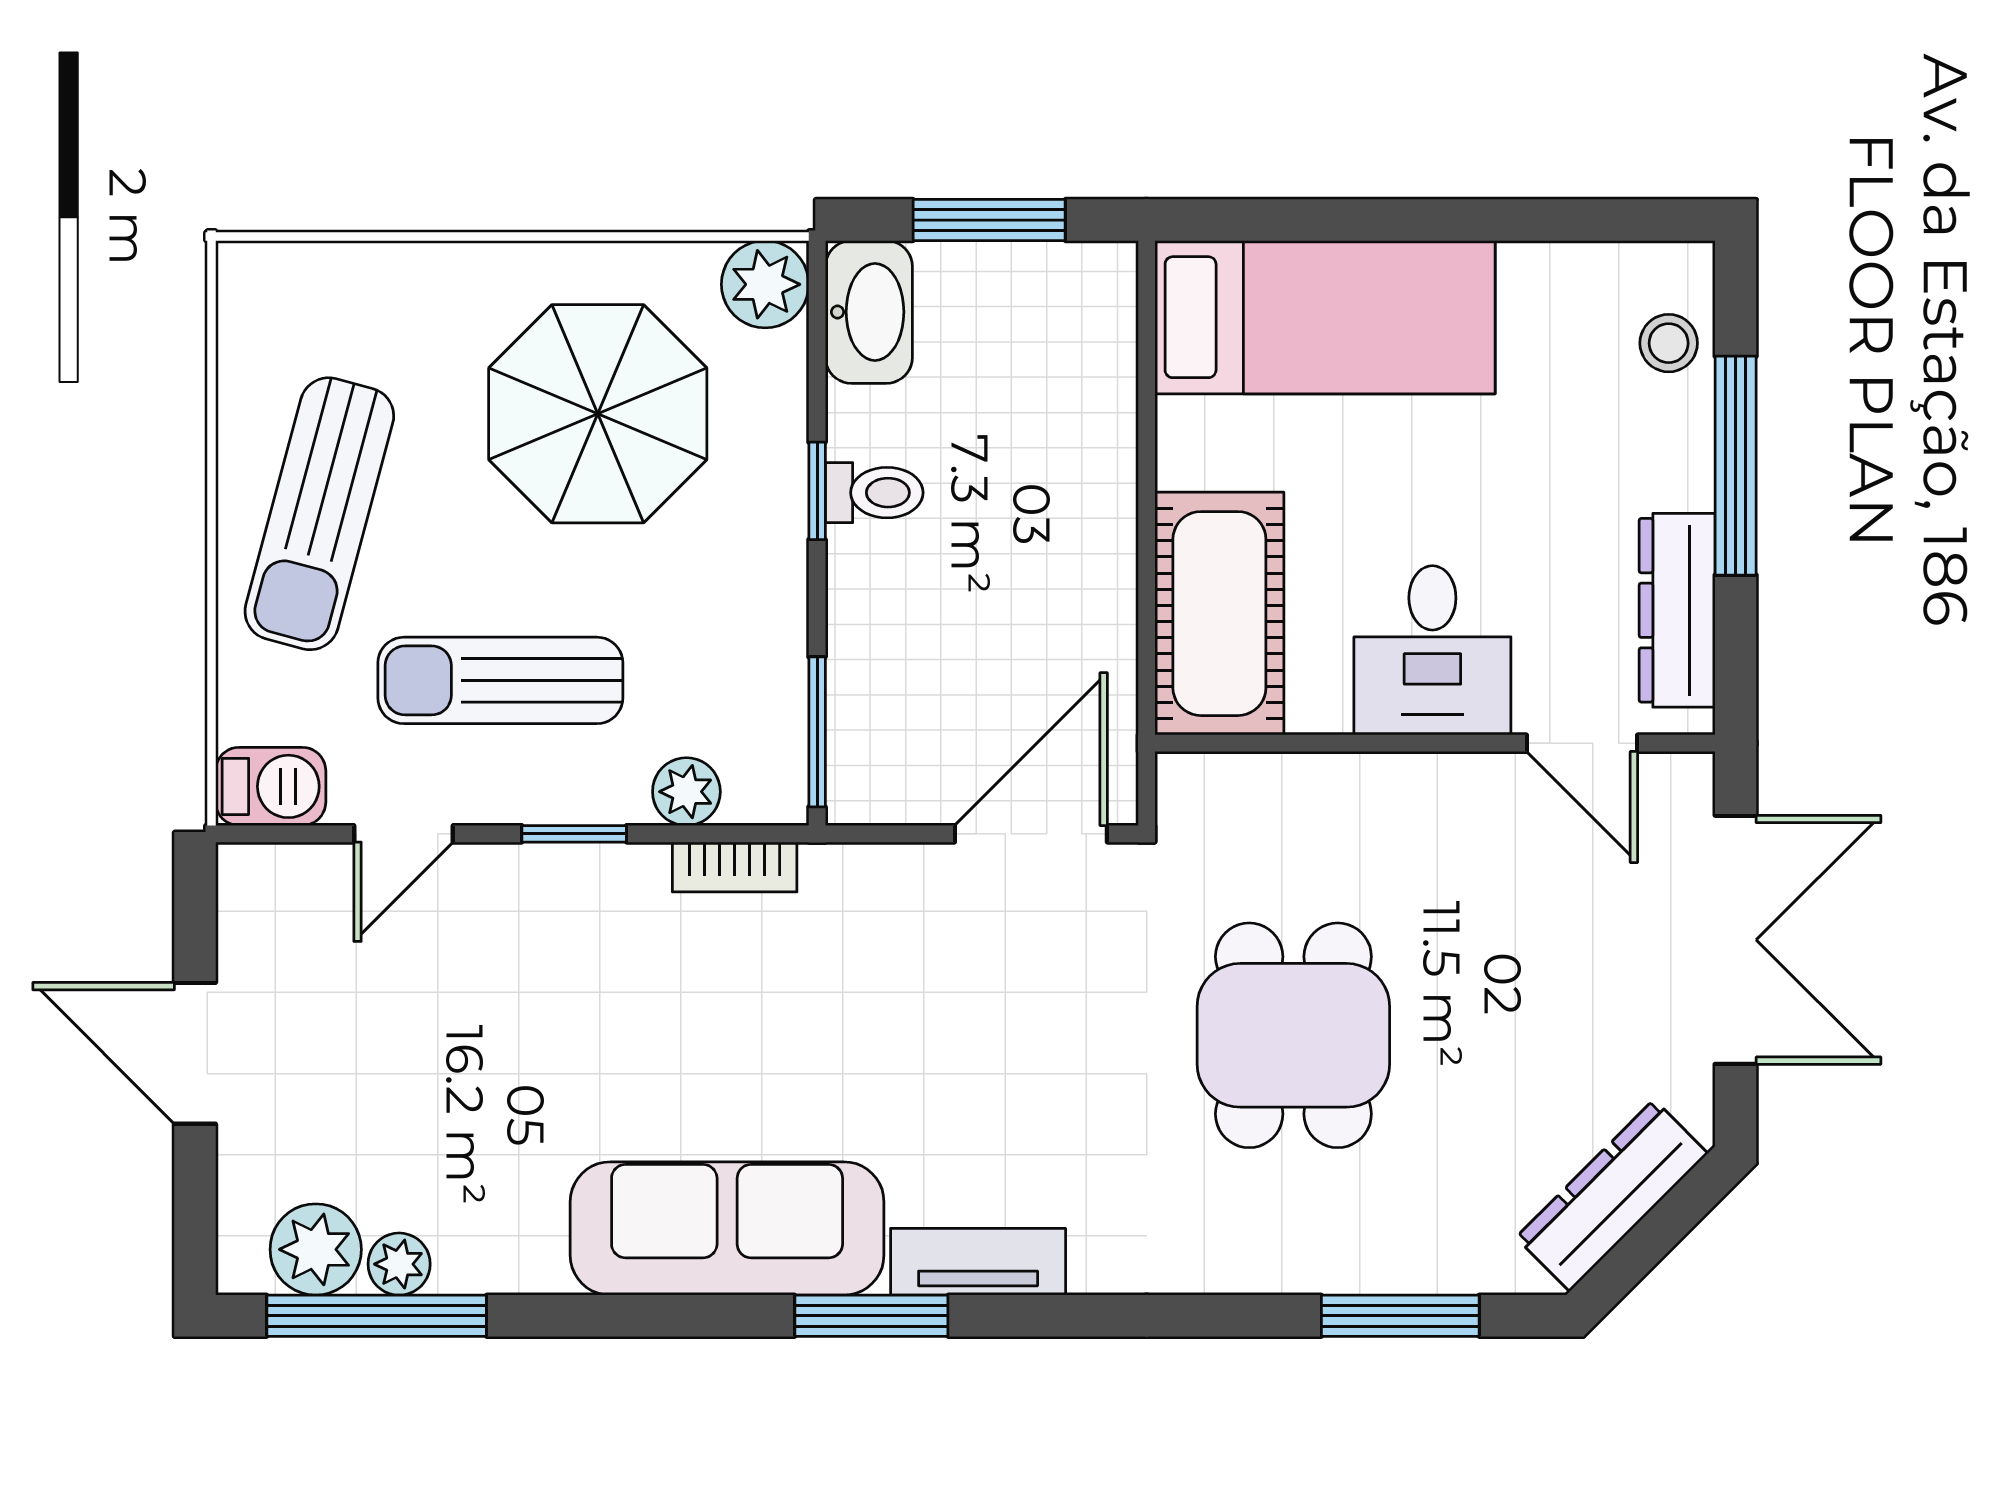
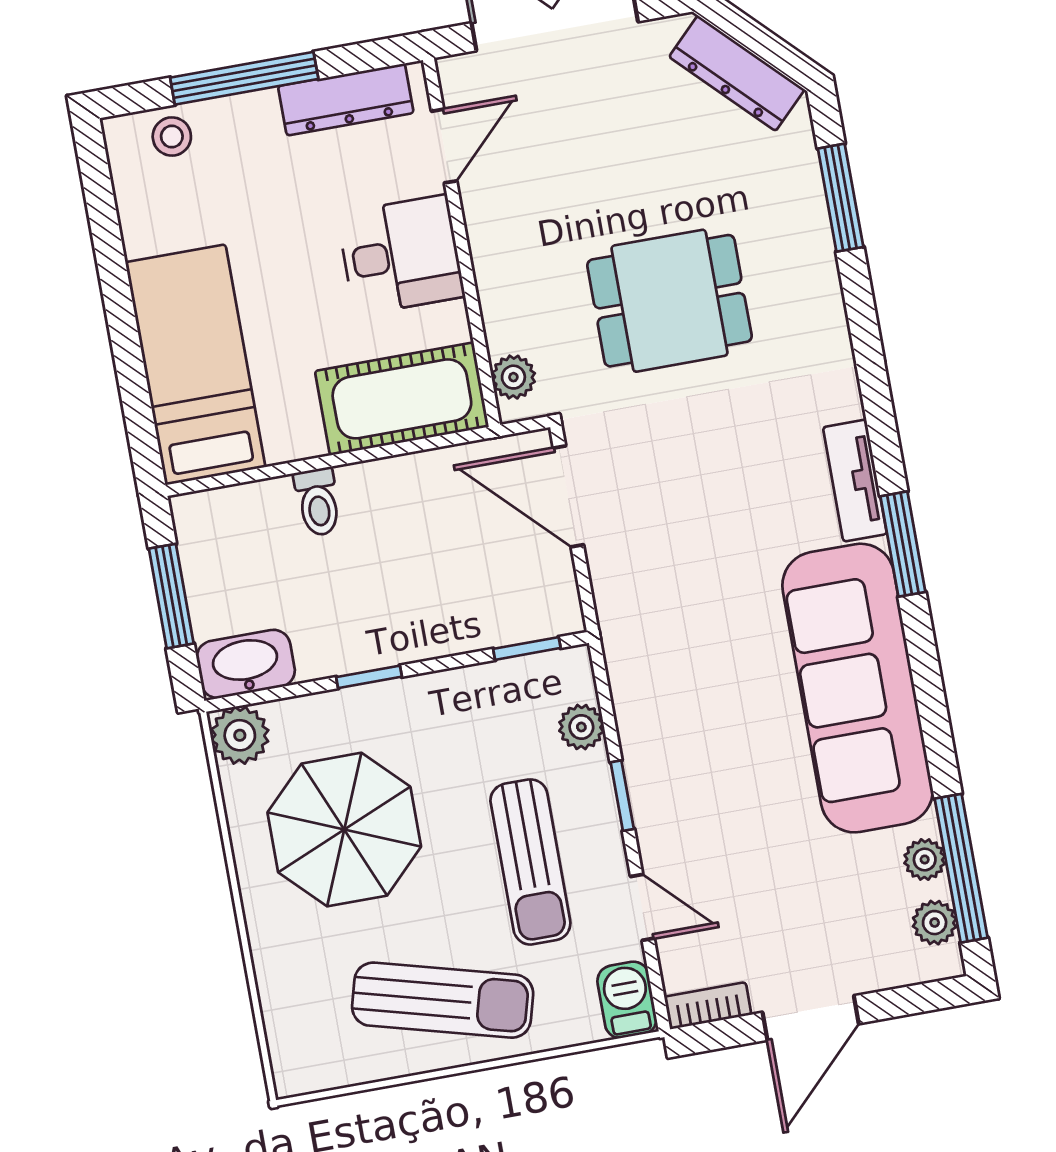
toilet: (874, 493) -> (318, 502), moved, turned 180
window: (817, 732) -> (527, 648), width x0.67
plant: (1222, 784) -> (513, 377), added
bookcase: (735, 867) -> (708, 1006), moved, turned -90
sofa: (727, 1228) -> (858, 688), width x1.36, depth x1.27
plant: (316, 1249) -> (935, 923), width x0.73, depth x0.73

